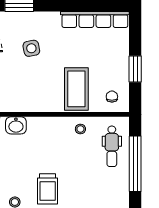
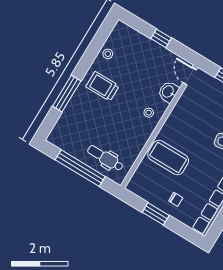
chair: (112, 97) -> (176, 199), moved
stool: (80, 129) -> (149, 113), moved

